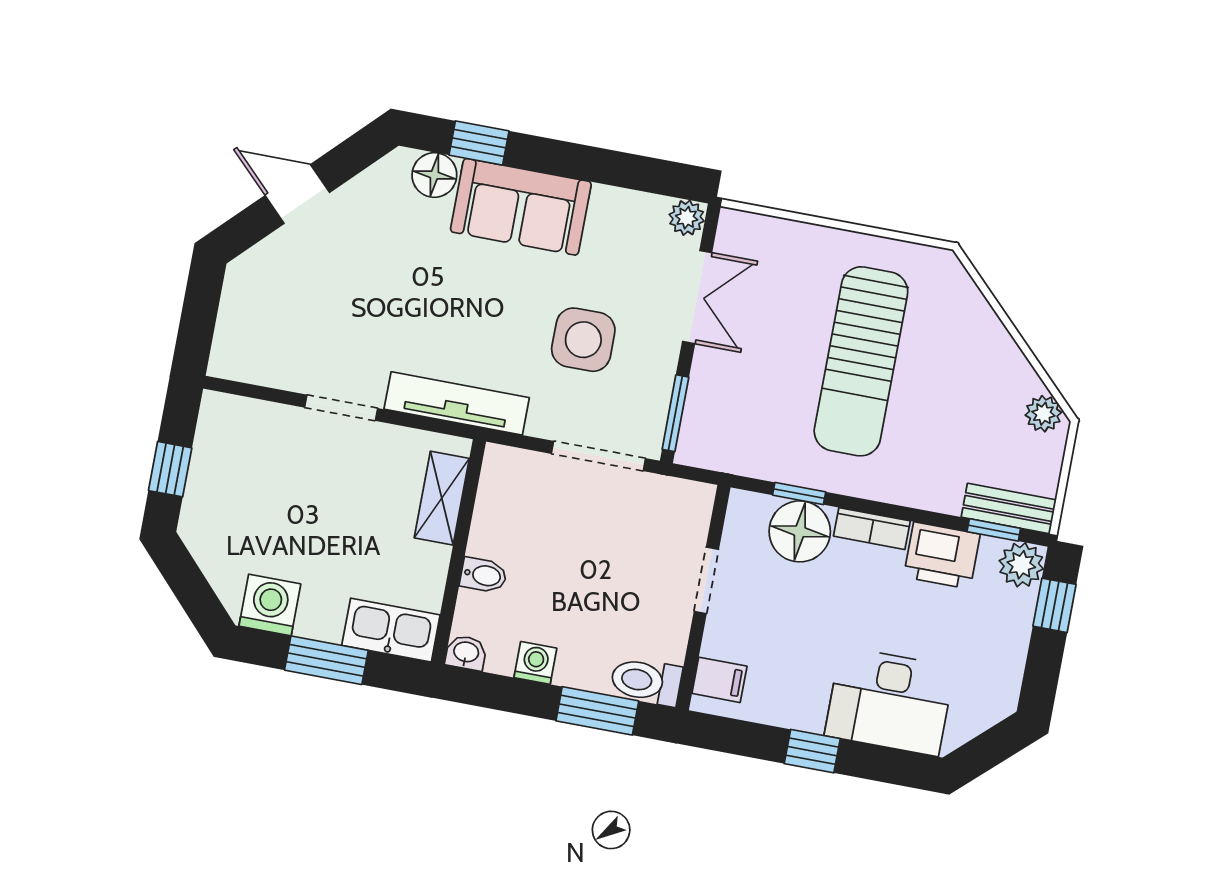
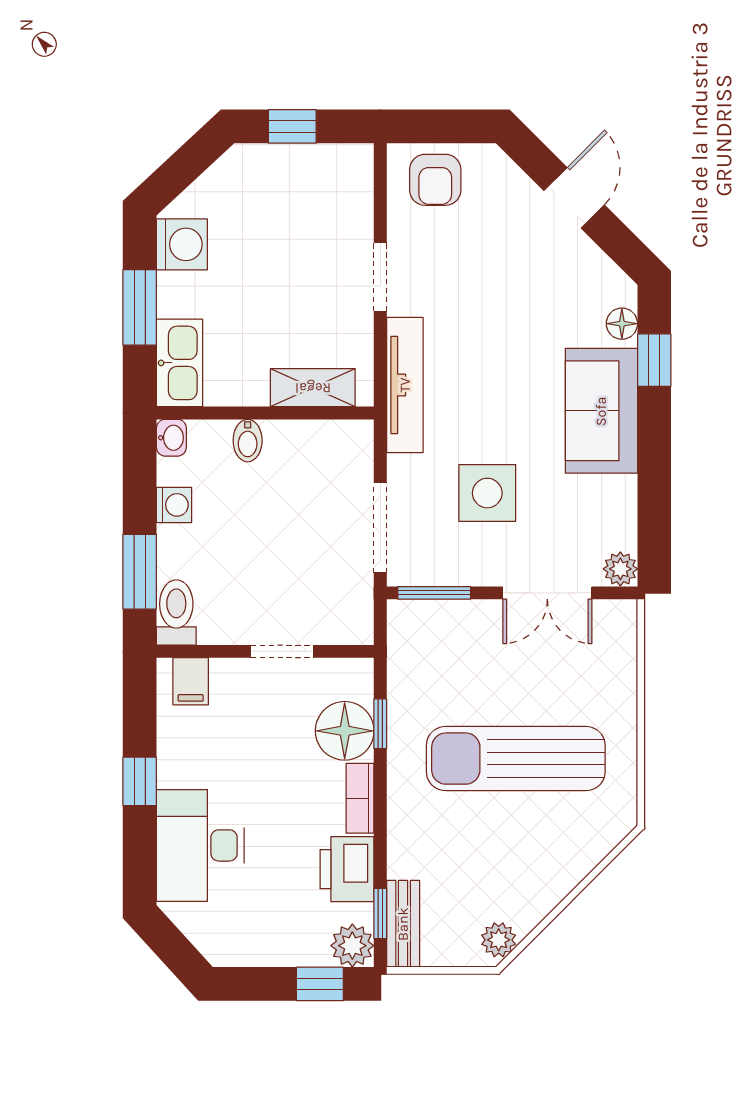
floor lamp: (434, 175) -> (622, 324), width x0.73, depth x0.73
armchair: (252, 333) -> (435, 180), added

